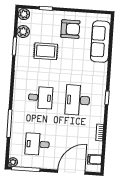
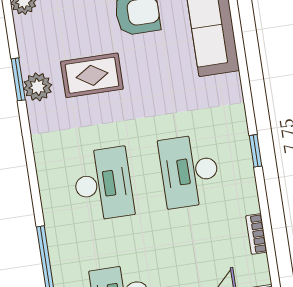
plant: (23, 32) -> (38, 87), moved
desk: (40, 98) -> (103, 184), width x1.37

